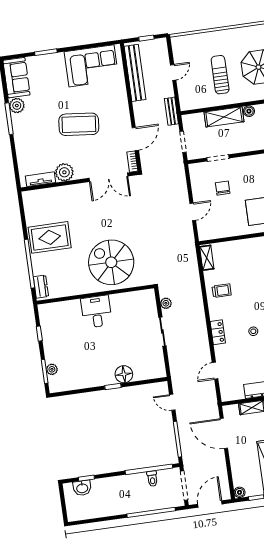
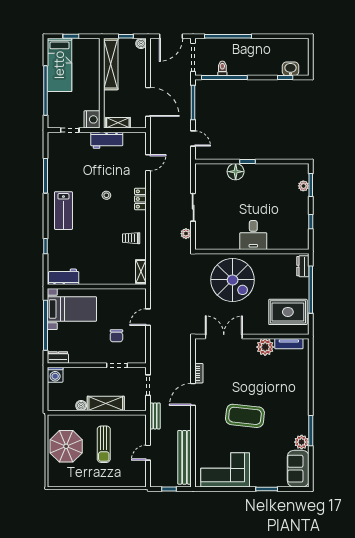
plant: (64, 172) -> (265, 347), moved
double door: (108, 177) -> (224, 336), moved
tv unit: (40, 179) -> (289, 344), moved
wall: (80, 181) -> (252, 336), moved

